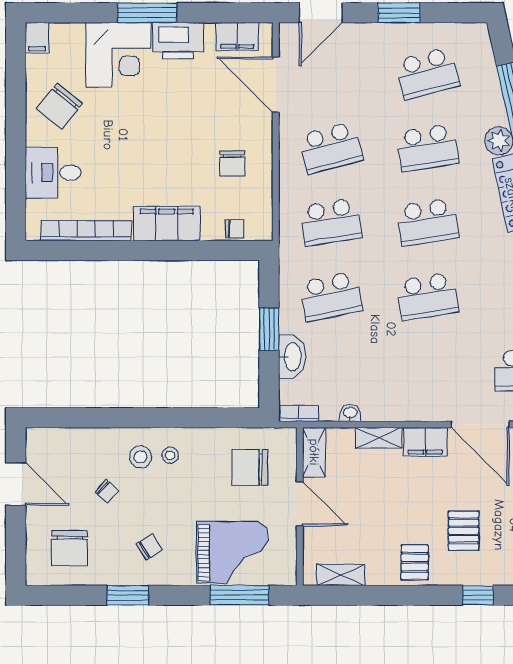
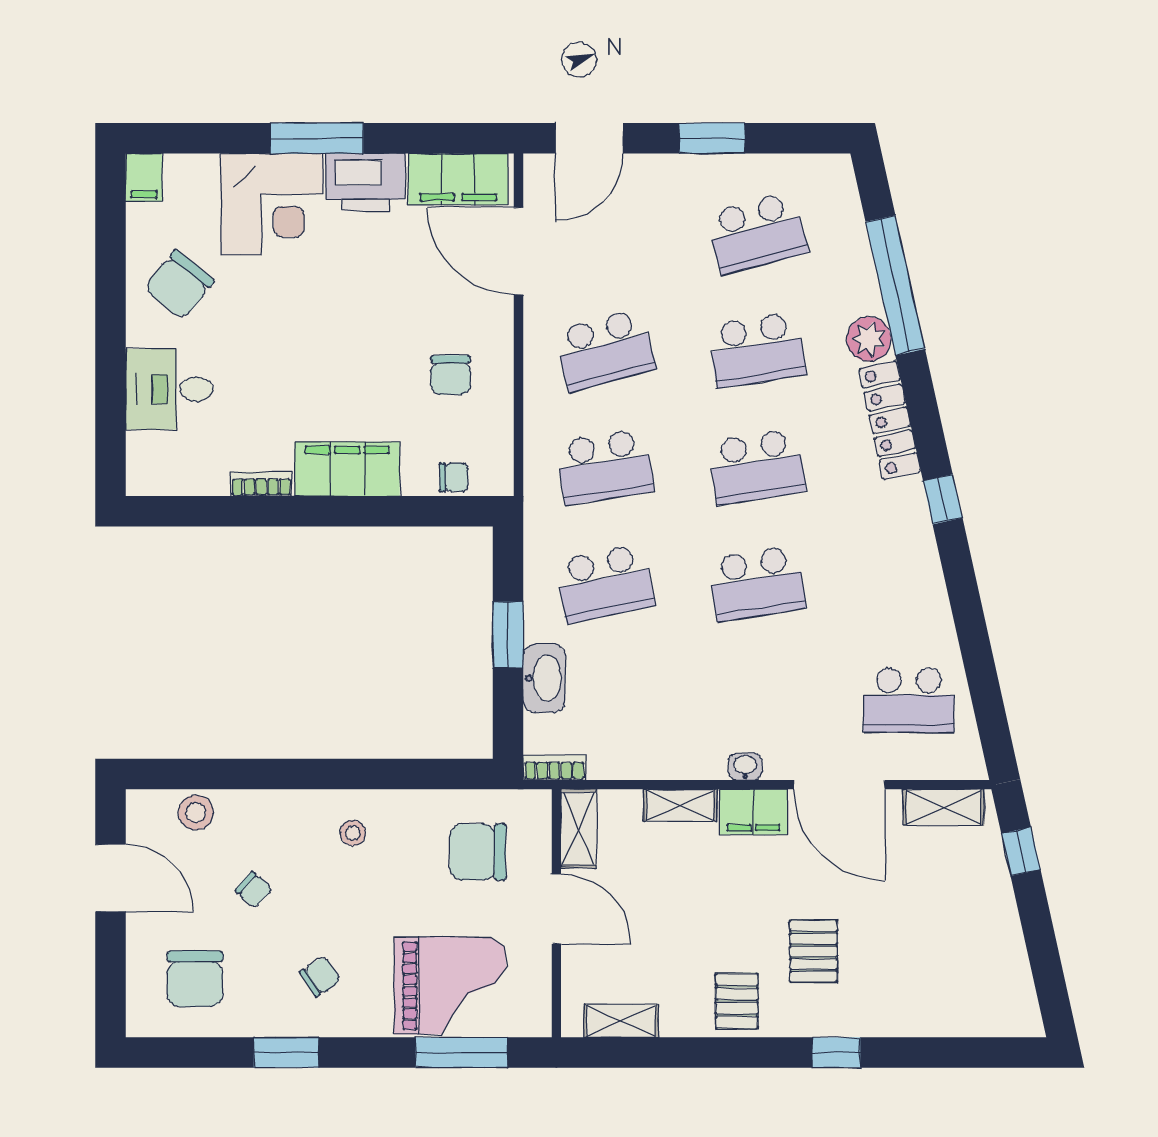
filing cabinet: (237, 37) -> (458, 179), width x1.50, depth x1.17
bookcase: (86, 231) -> (261, 484), width x0.43, depth x0.76
washbasin: (350, 413) -> (745, 767), moved
stool: (140, 457) -> (196, 812), moved

